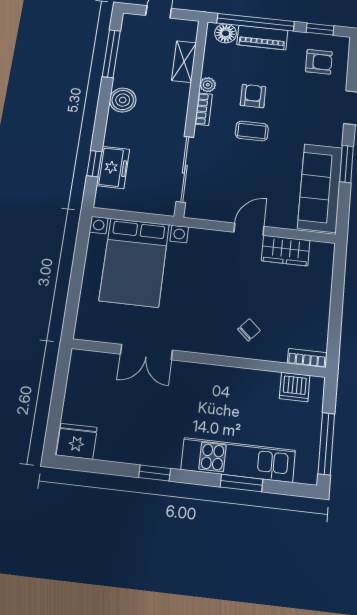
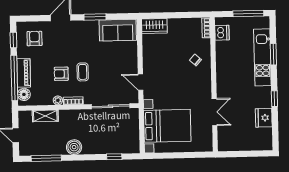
freezer: (113, 167) -> (115, 146), removed
sofa: (320, 188) -> (118, 30), width x0.73
door: (249, 229) -> (141, 82), moved
wardrobe: (286, 251) -> (154, 26), moved, turned 90
fridge: (77, 441) -> (264, 118), moved

